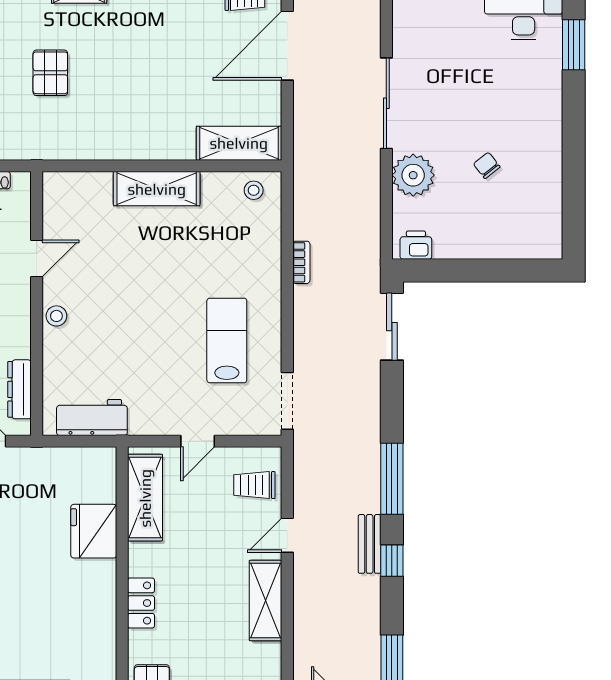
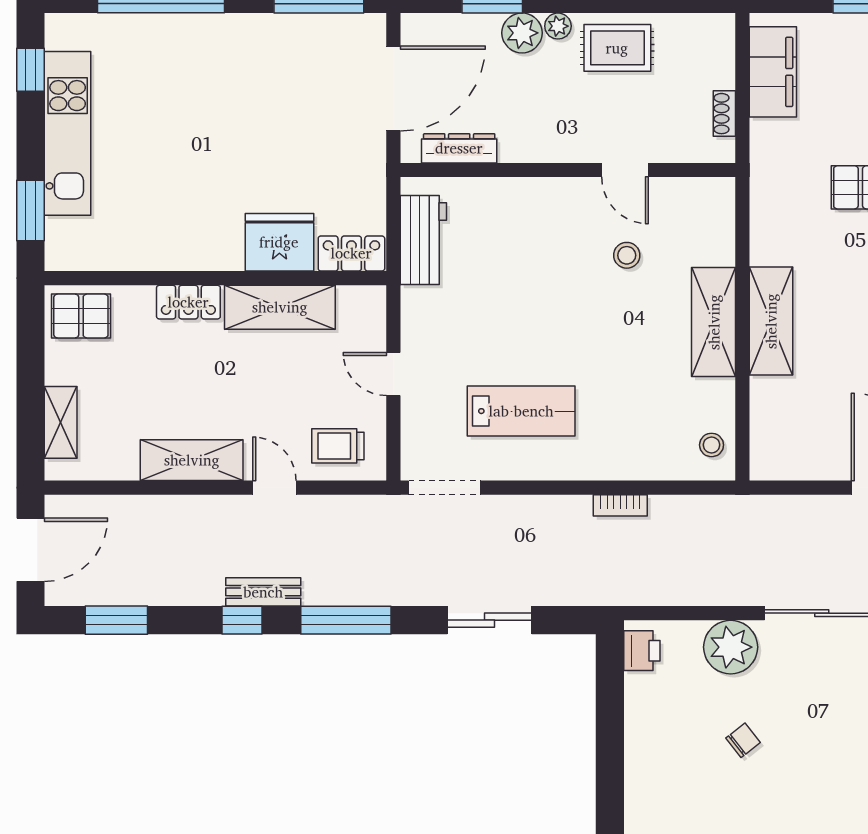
shelving: (239, 143) -> (771, 321), moved
stool: (56, 316) -> (627, 255), moved
sliding door: (392, 327) -> (490, 620), moved
locker: (103, 474) -> (351, 253), added
trolley: (254, 485) -> (338, 446), turned -90
shelving: (145, 498) -> (280, 307), moved

